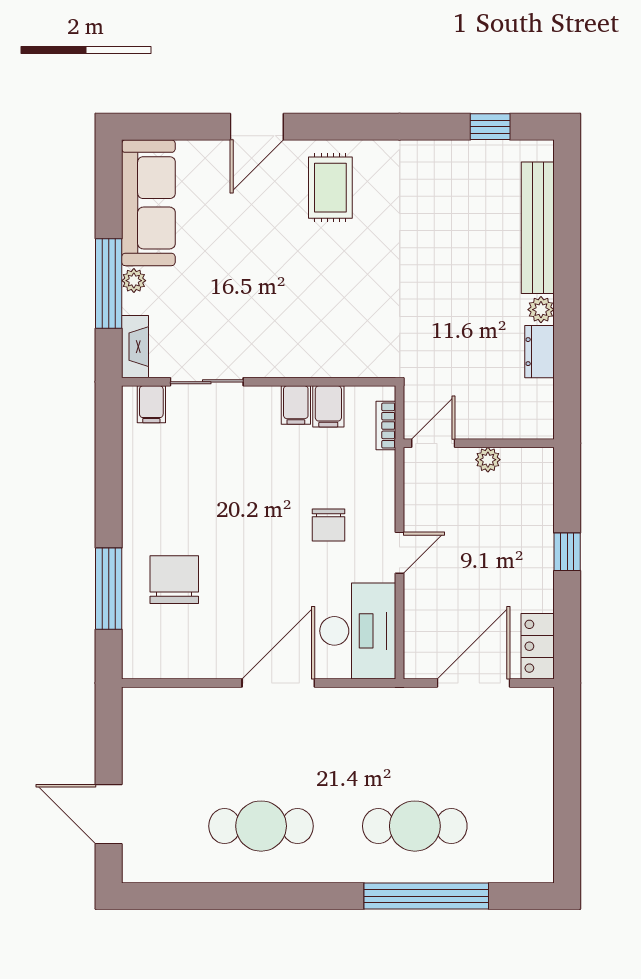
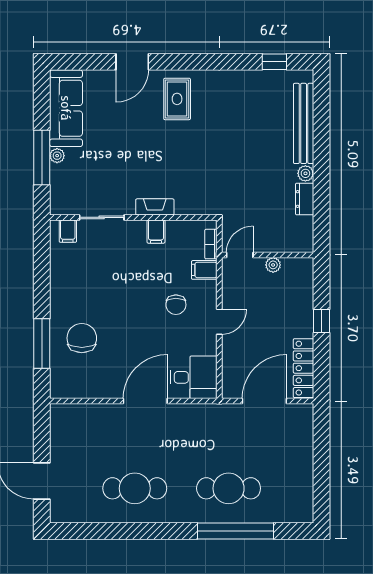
fireplace: (135, 347) -> (155, 207), moved, turned -90
filing cabinet: (328, 406) -> (204, 270), moved, turned 90
desk: (358, 631) -> (194, 377), width x0.73
locker: (538, 646) -> (303, 368), width x1.53

